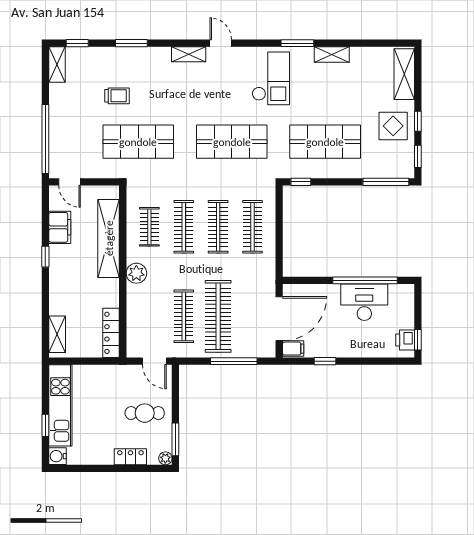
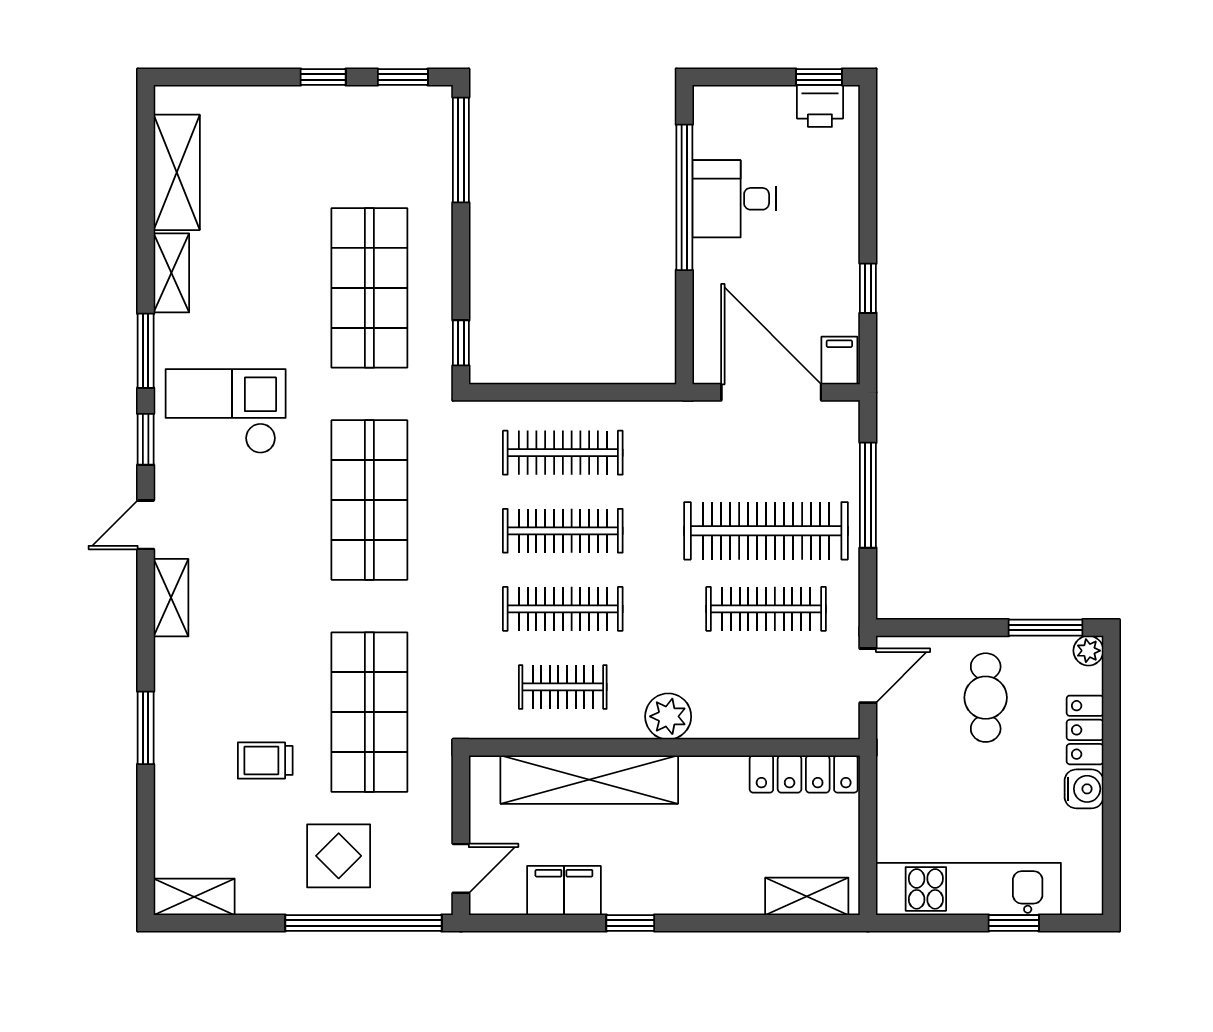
window: (77, 43) -> (146, 439), moved
shelving: (404, 74) -> (177, 172), moved, turned 90
trolley: (117, 96) -> (265, 760), turned -90
display table: (393, 126) -> (339, 856), moved
desk: (364, 302) -> (734, 199), width x0.73
water cooler: (57, 456) -> (1084, 789), moved, turned -90

